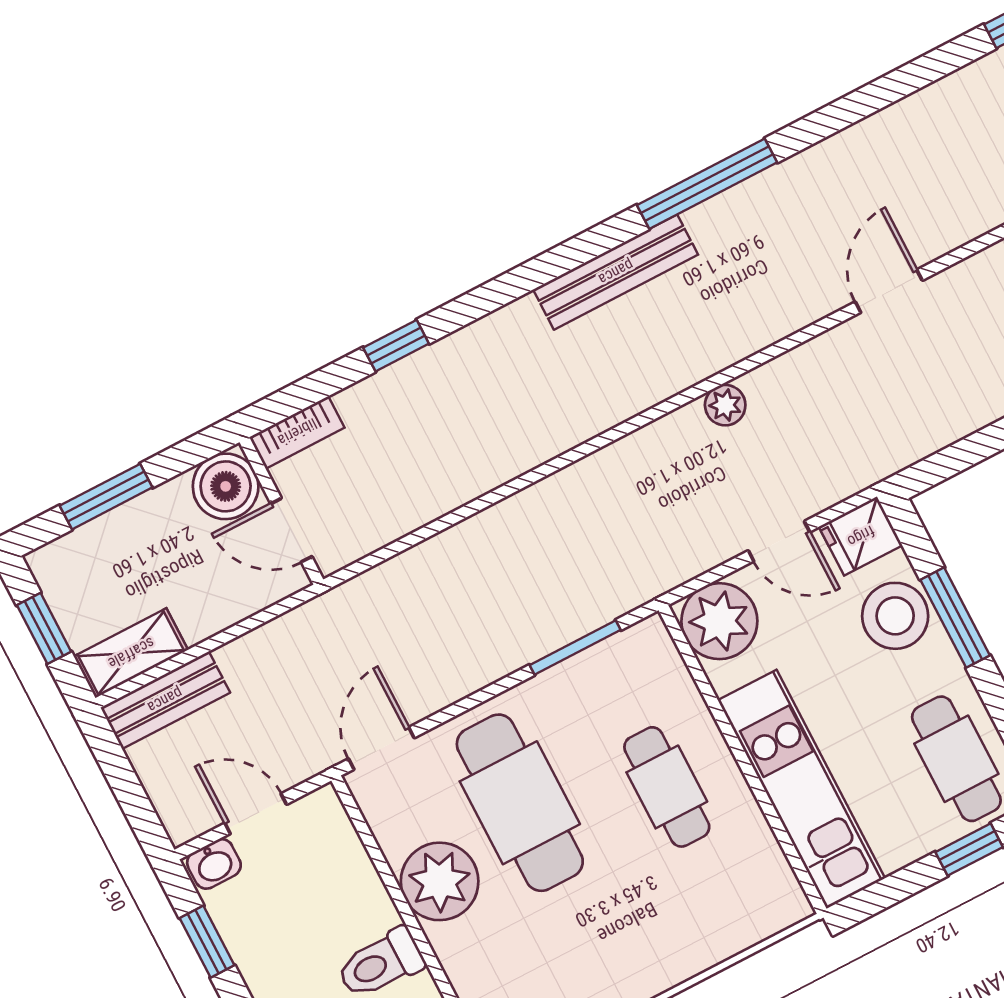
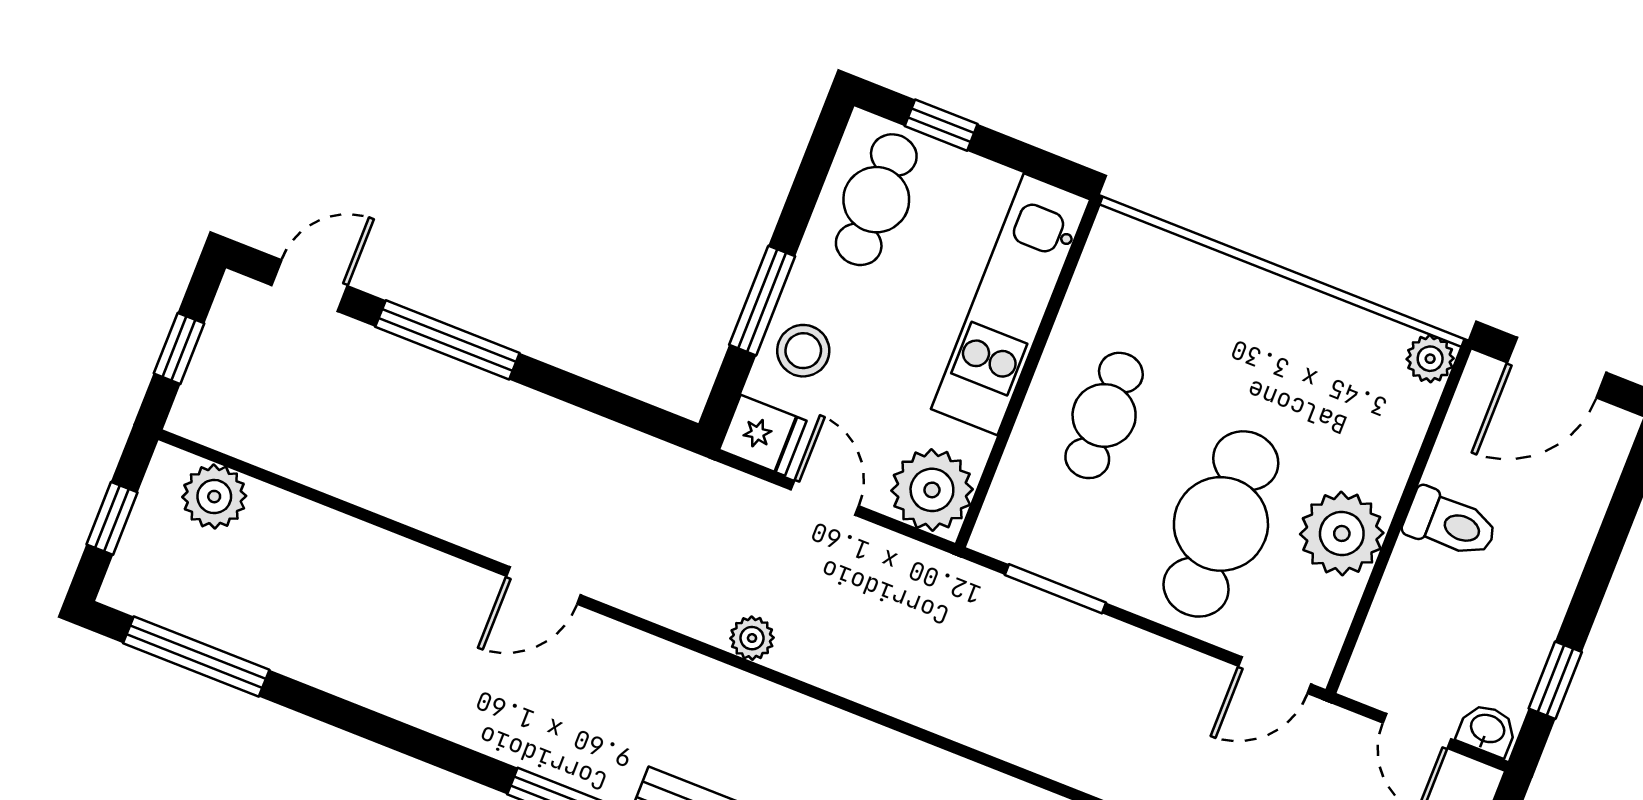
stool: (895, 616) -> (803, 351), width x0.73, depth x0.73

